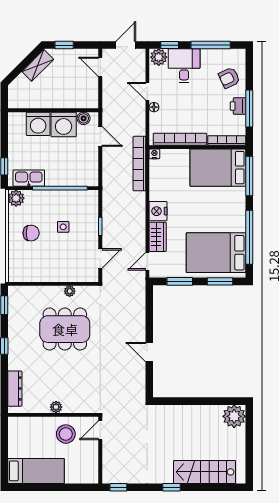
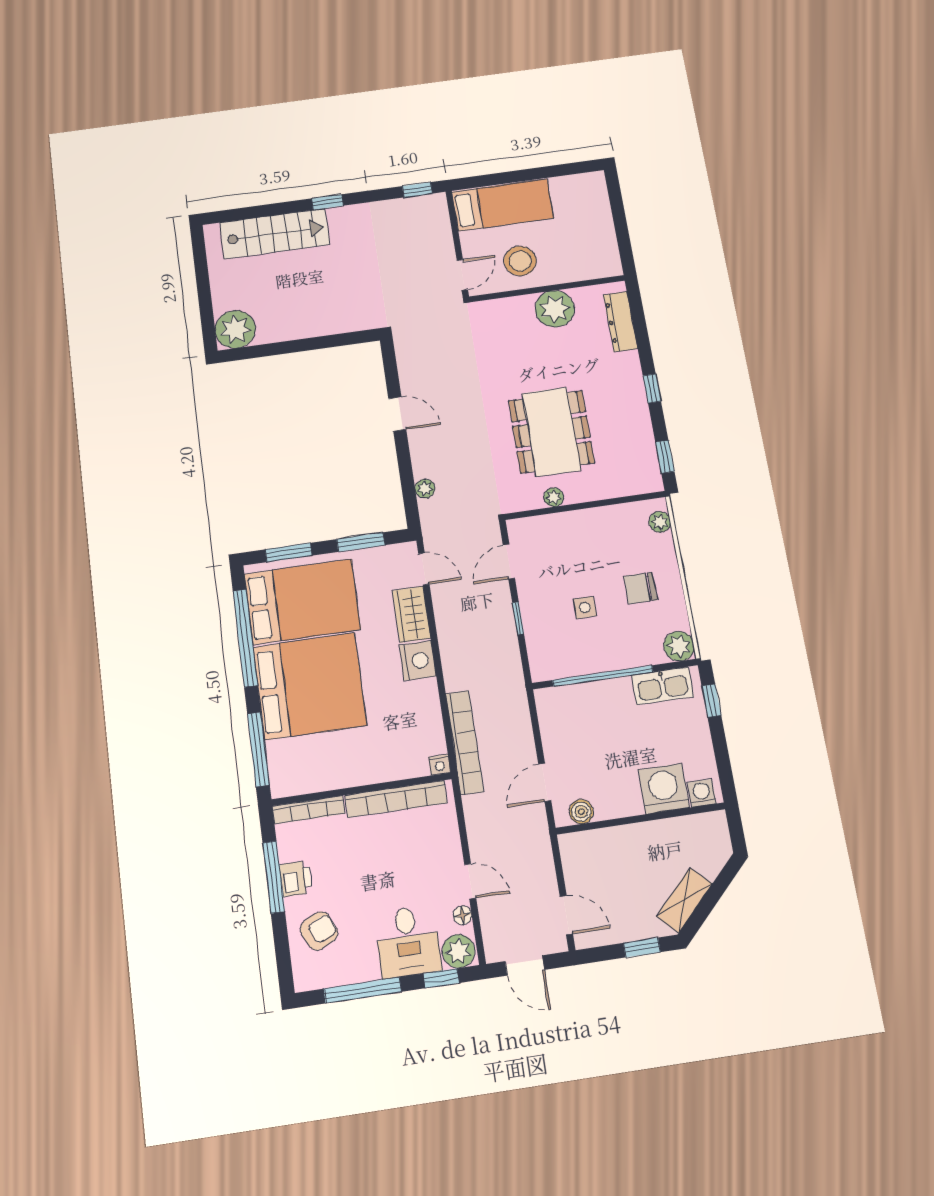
door: (126, 45) -> (525, 965), hinge flipped
floor lamp: (154, 107) -> (463, 915), moved
washing machine: (64, 124) -> (702, 793), moved, width x0.53, depth x0.53
door: (100, 136) -> (545, 782), hinge flipped
bed: (218, 168) -> (310, 686), moved, width x1.36
door: (147, 261) -> (424, 569), hinge flipped
plant: (14, 268) -> (660, 522), added
plant: (140, 307) -> (425, 489), added
dining table: (65, 329) -> (551, 432), turned 90
plant: (56, 407) -> (555, 309), width x1.88, depth x1.88
bed: (36, 471) -> (503, 205), moved, turned 180

